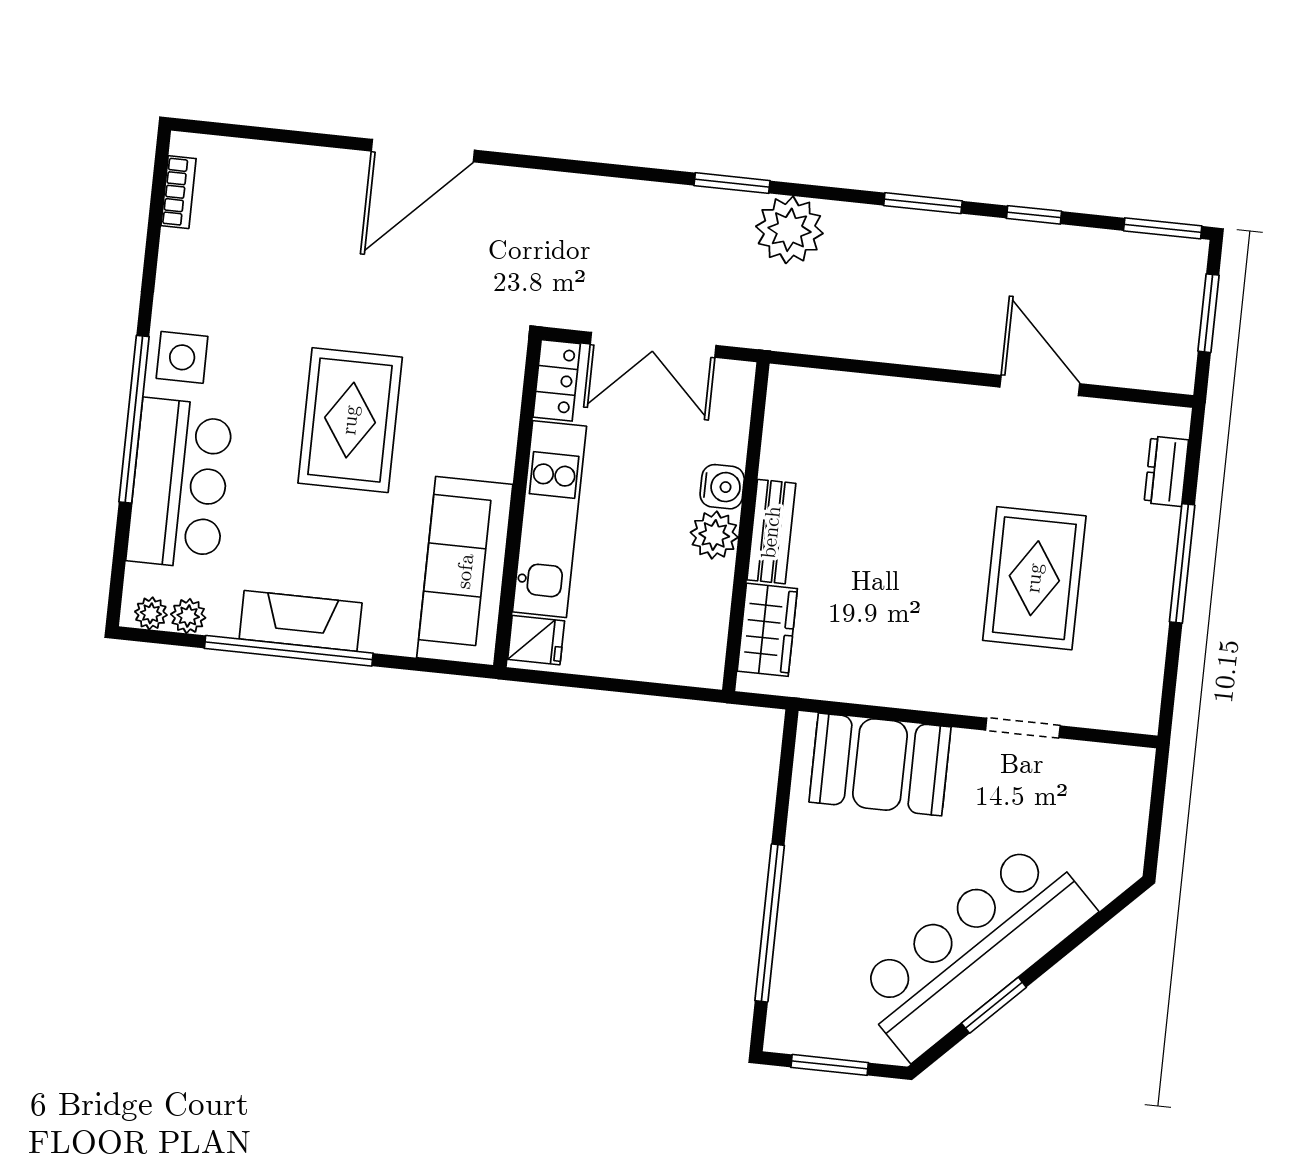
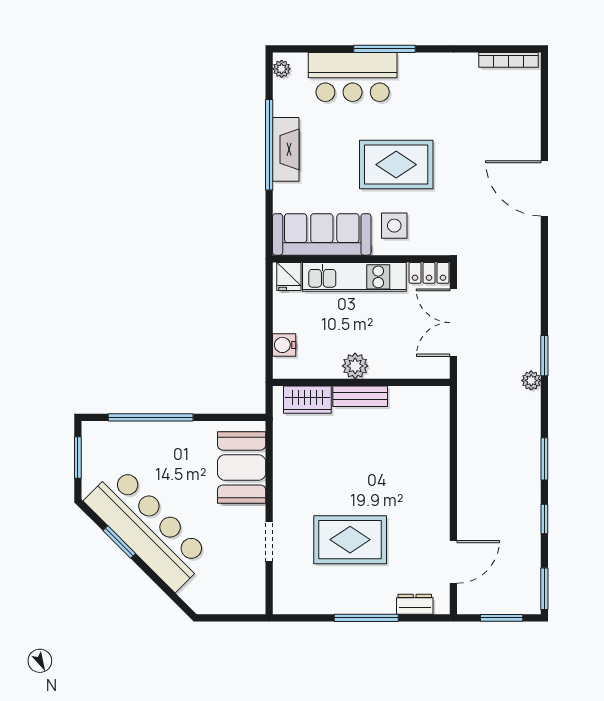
bookcase: (179, 192) -> (509, 60), width x1.56
plant: (789, 230) -> (531, 380), width x0.53, depth x0.53
side table: (182, 357) -> (394, 226), moved
door: (1040, 385) -> (453, 562), moved
window: (134, 419) -> (384, 49), width x0.68
water cooler: (722, 487) -> (284, 345), moved, turned 90
plant: (188, 616) -> (282, 89), removed

